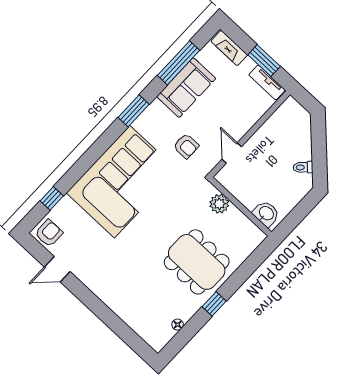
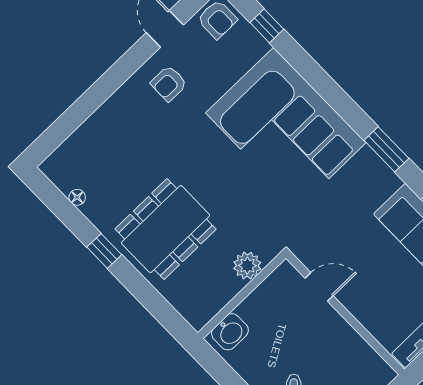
armchair: (186, 146) -> (169, 83), moved

